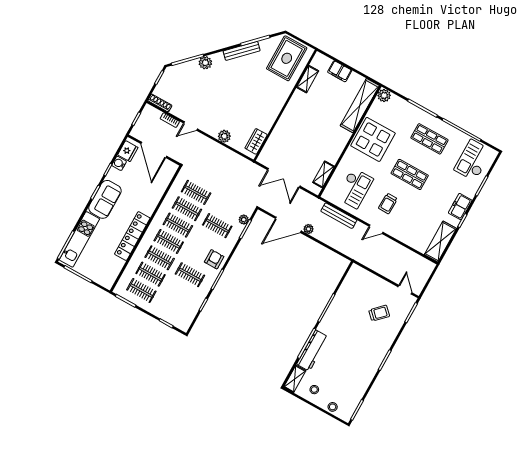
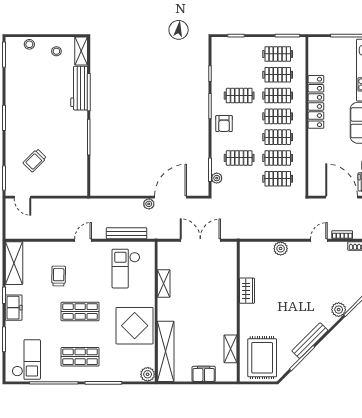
wardrobe: (256, 141) -> (247, 291), moved
shelving: (324, 174) -> (164, 283), moved
trolley: (388, 204) -> (59, 276), moved

